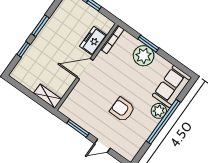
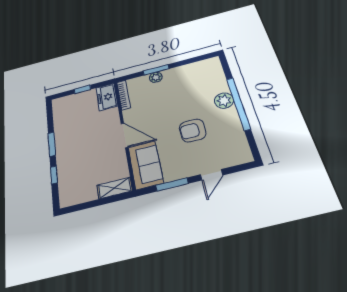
freezer: (93, 41) -> (107, 97), moved
plant: (144, 56) -> (156, 77), width x0.53, depth x0.53
door: (85, 69) -> (125, 135), swing flipped
sofa: (172, 87) -> (146, 165), moved, turned 180

